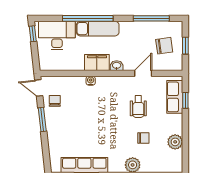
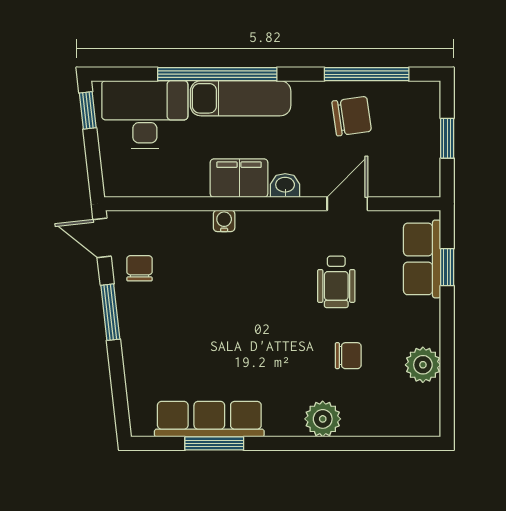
chair: (164, 46) -> (352, 116), moved

